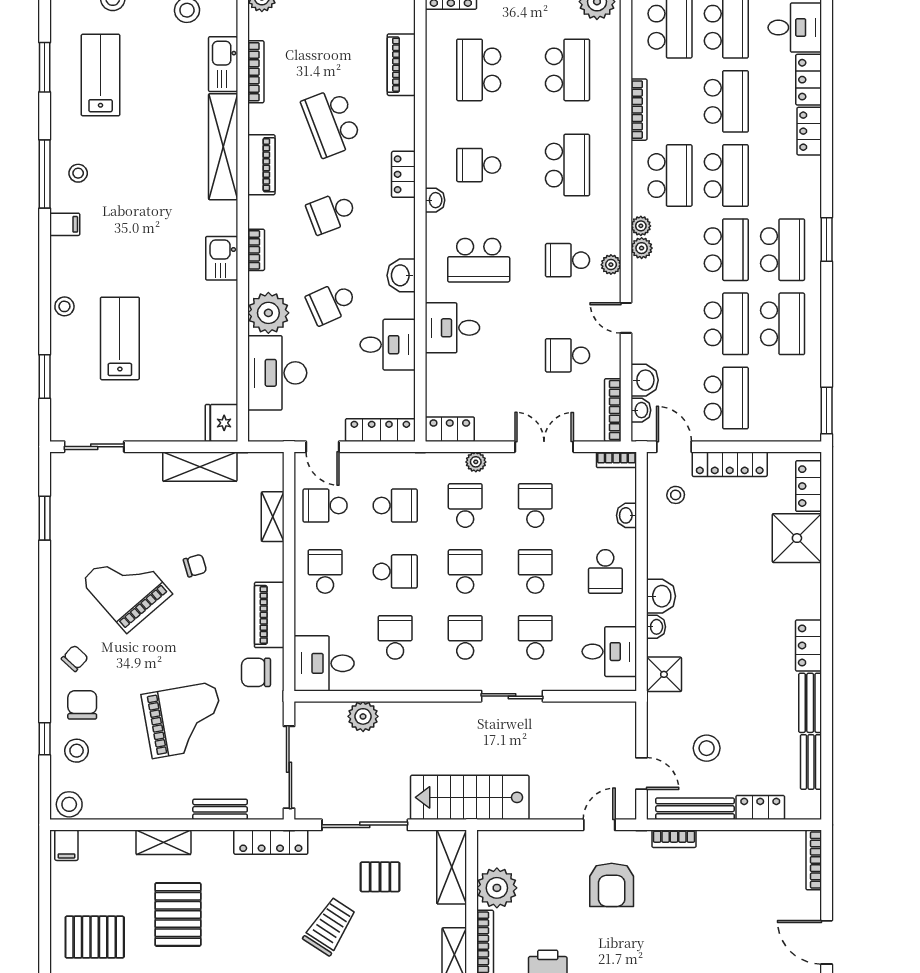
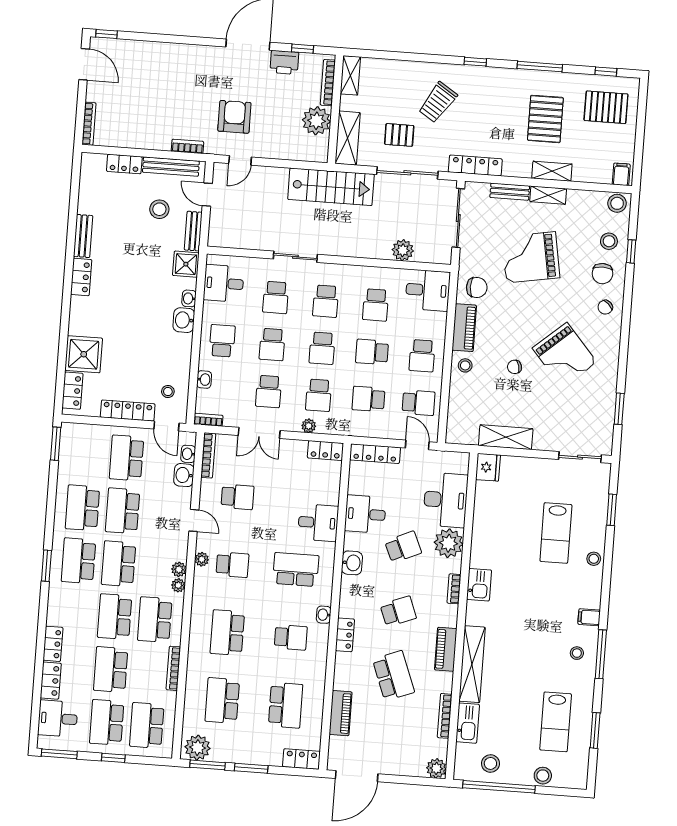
shelving: (273, 517) -> (548, 195), moved, turned 90
stool: (264, 562) -> (465, 365), added
bench: (811, 762) -> (193, 231), moved

